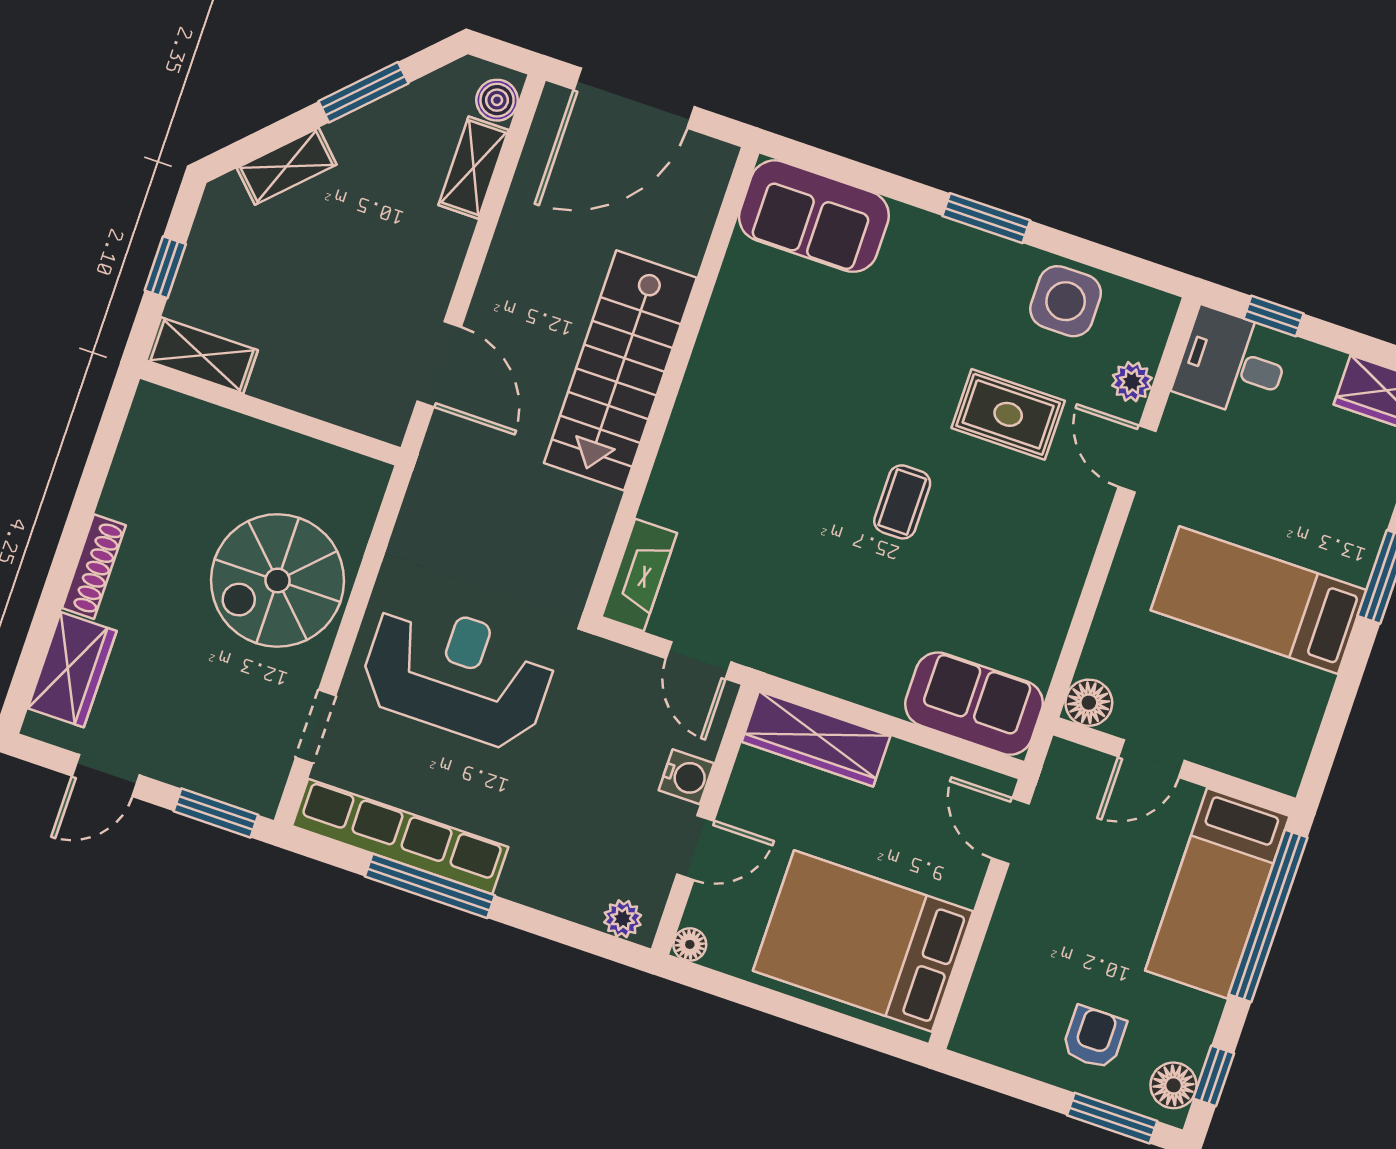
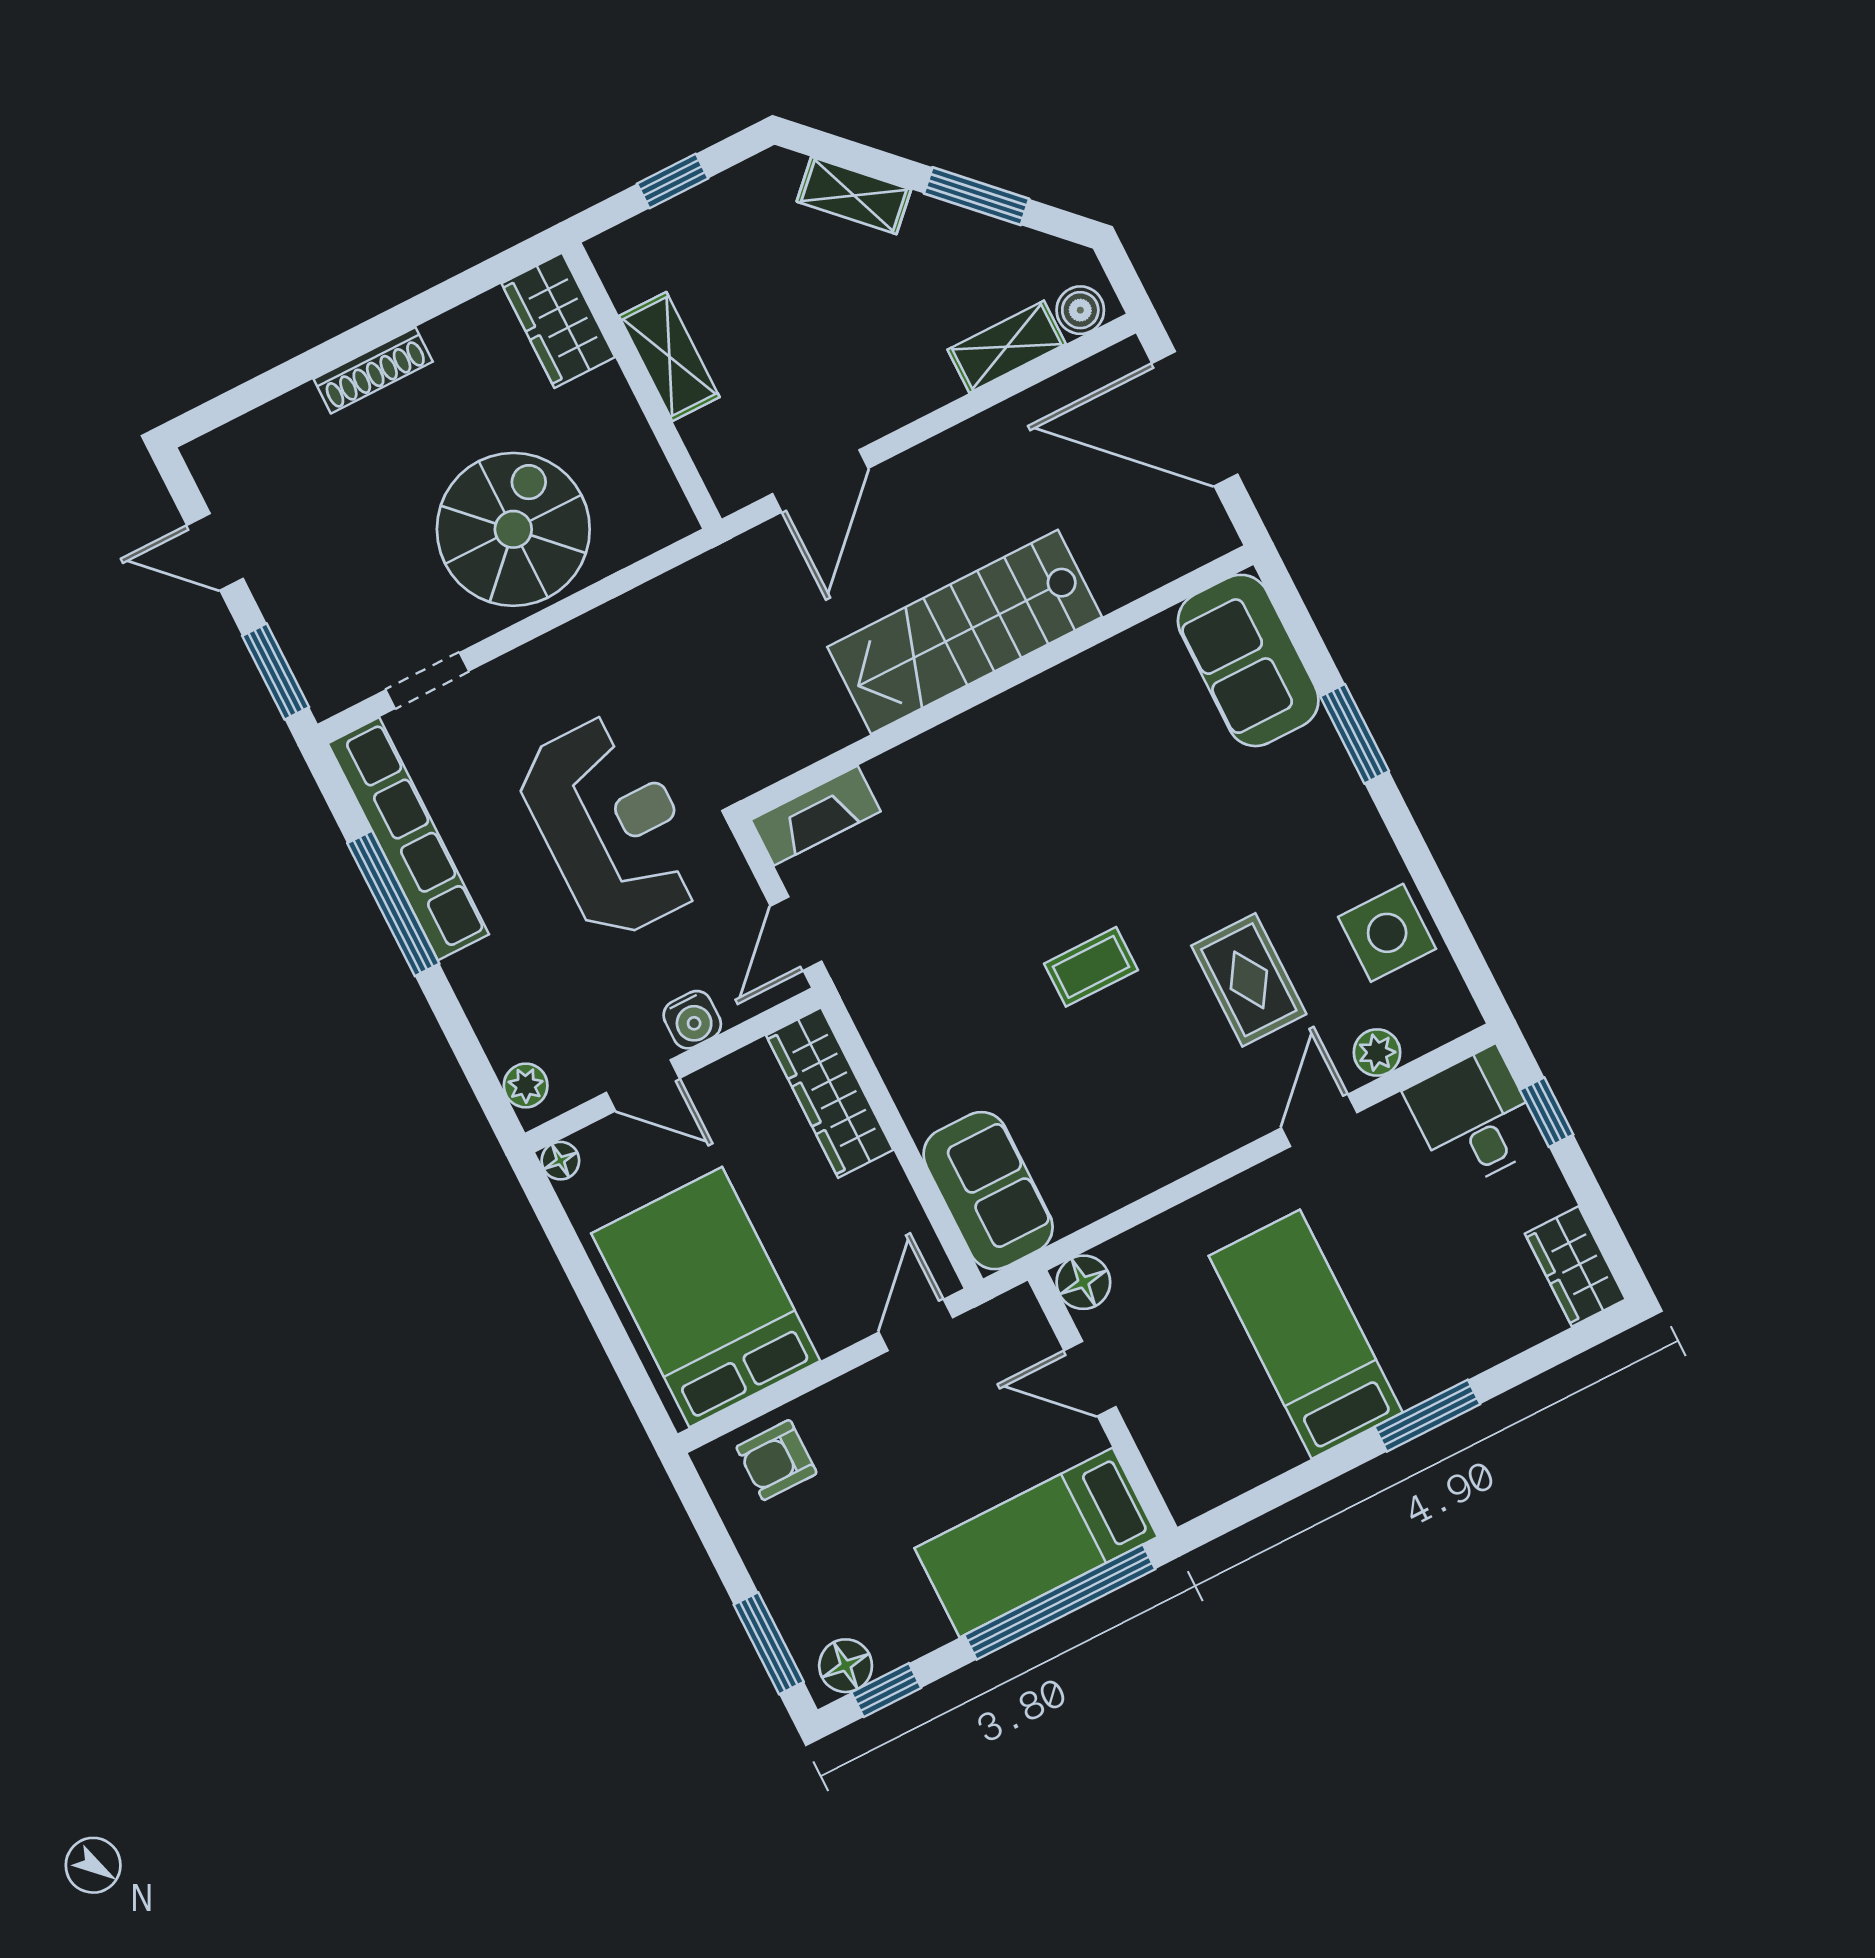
window: (986, 218) -> (1355, 734), moved
shelving: (202, 355) -> (669, 357), moved
spiral stairs: (278, 580) -> (513, 529), turned 90
wardrobe: (72, 670) -> (558, 320), moved, turned 90
reception desk: (457, 674) -> (611, 827), moved
armchair: (1094, 1037) -> (777, 1460), moved, turned 180

